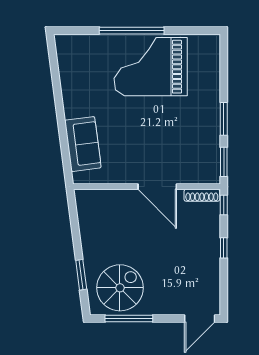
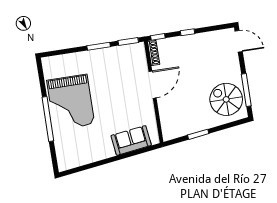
window: (81, 275) -> (198, 134), moved

